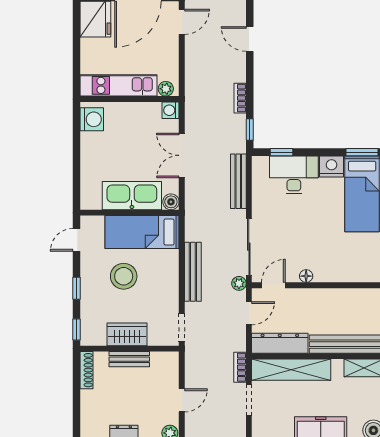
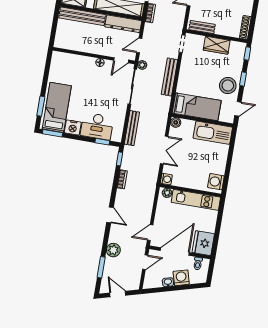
kitchen sink: (132, 196) -> (213, 133), moved
stool: (124, 276) -> (228, 85), moved
bench: (129, 359) -> (202, 27), moved

